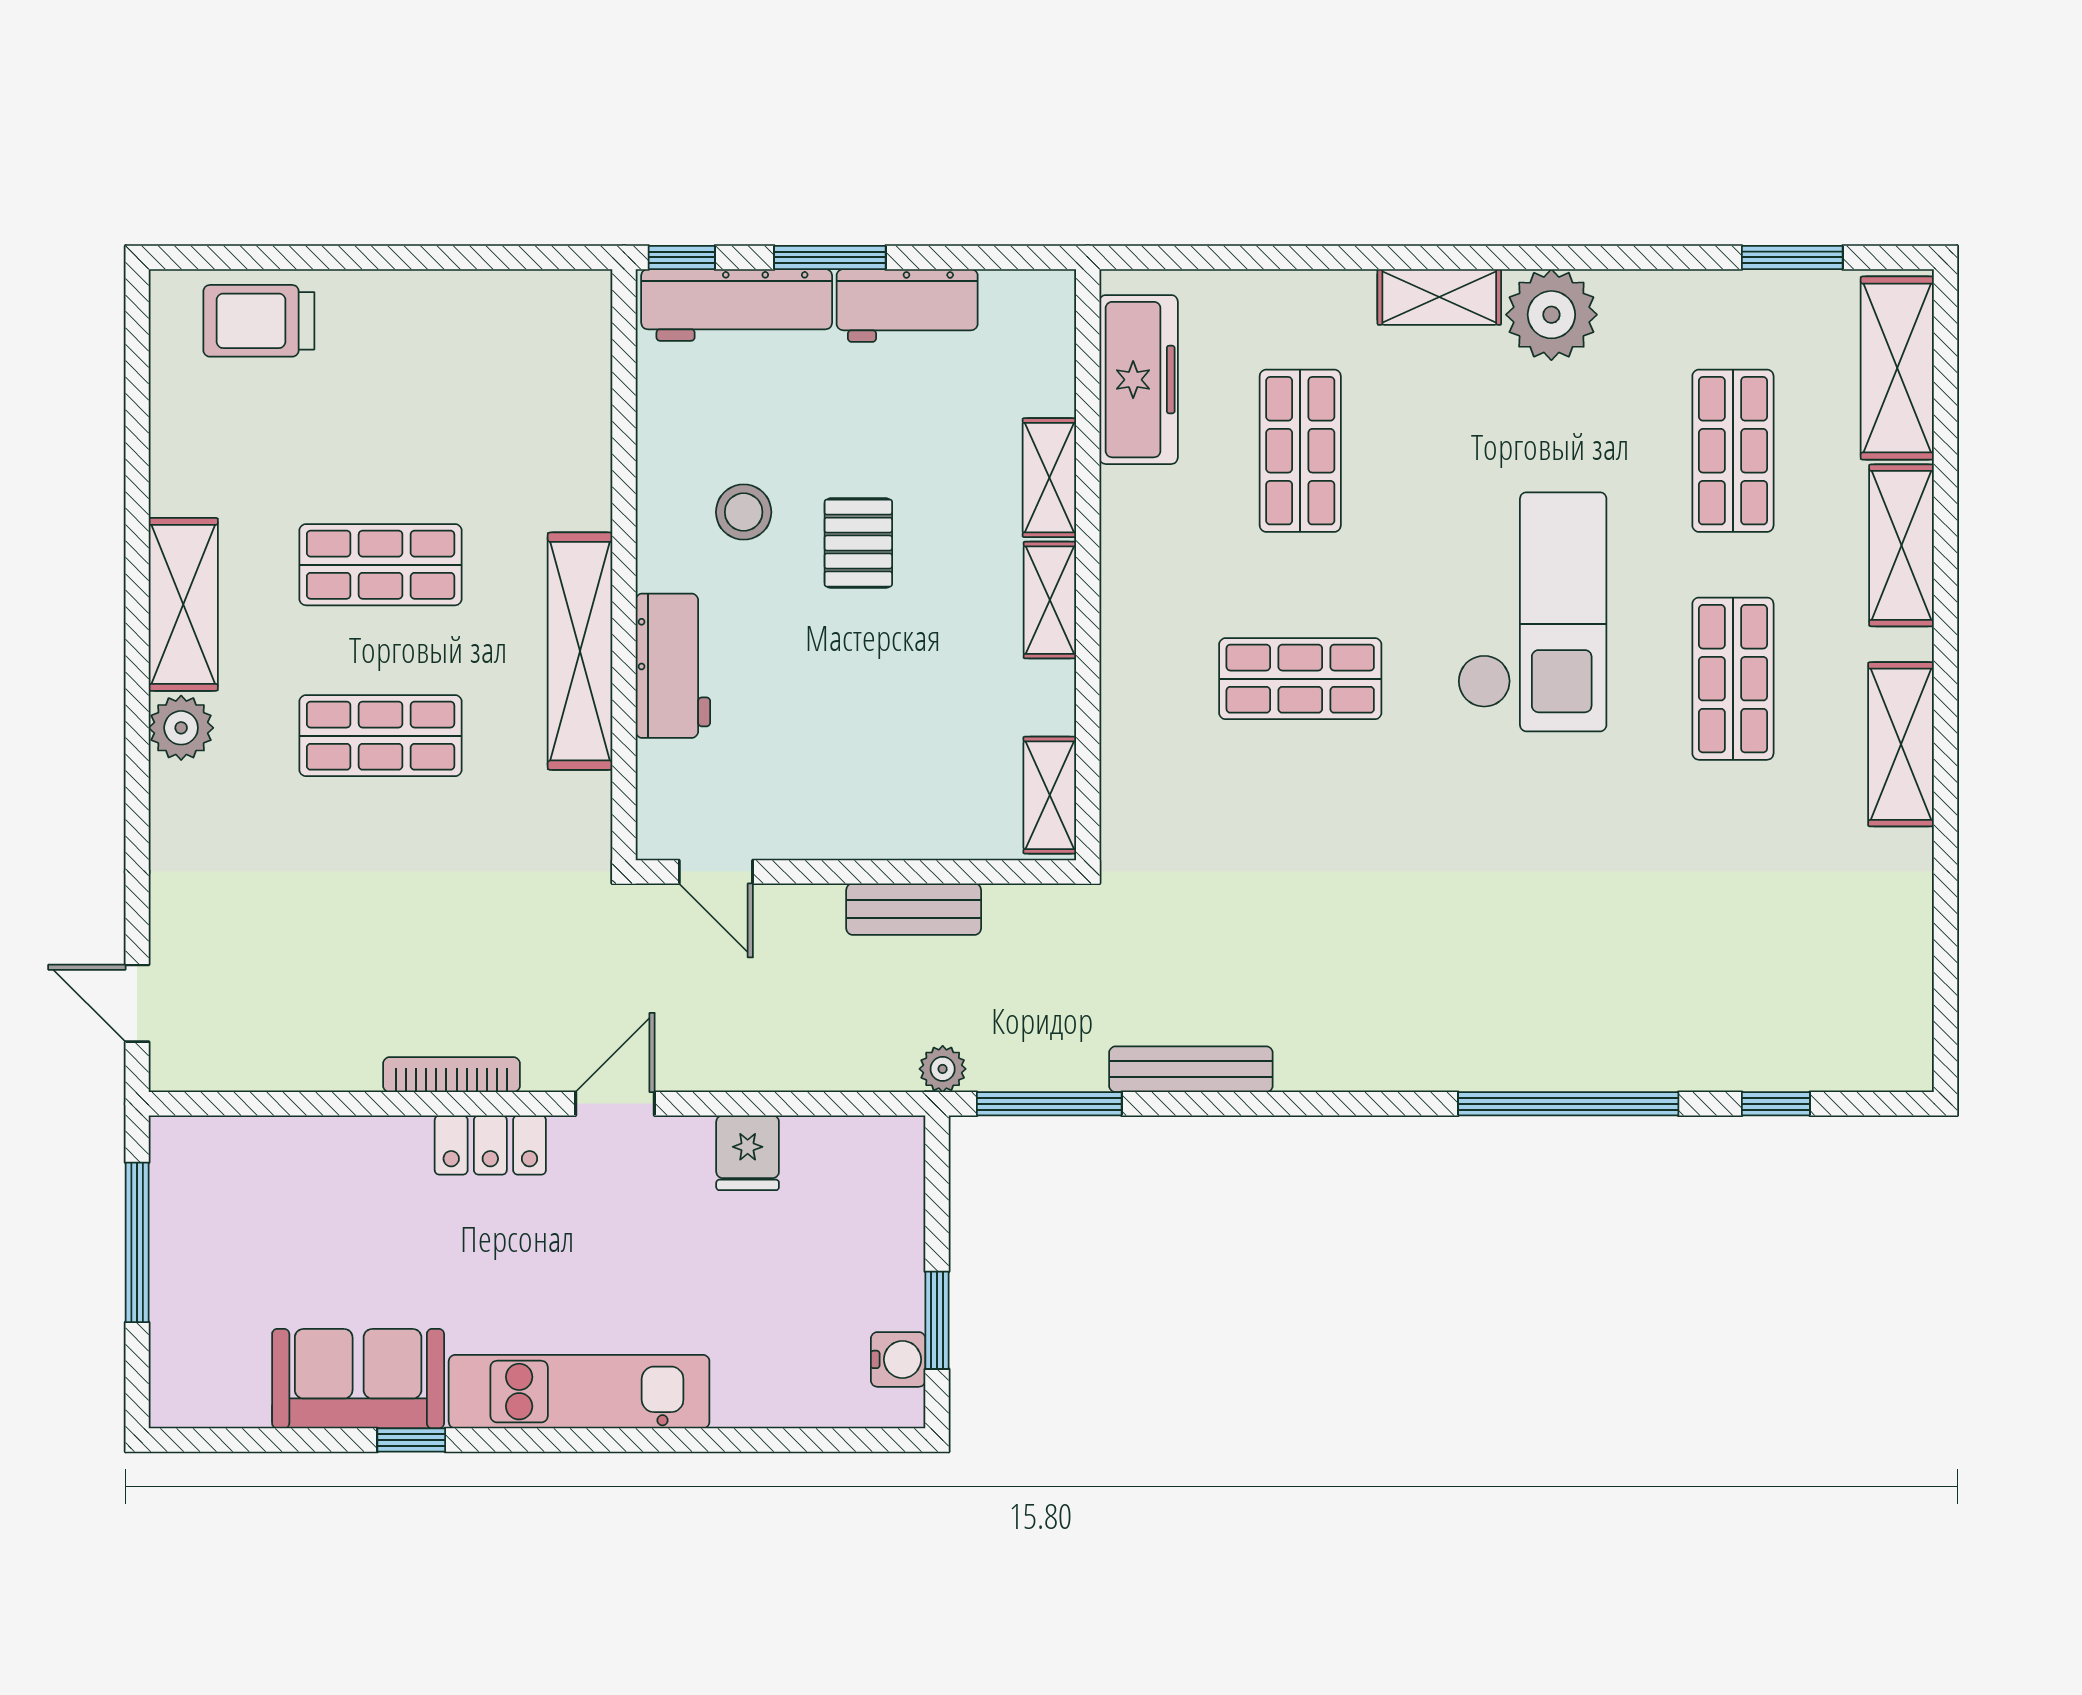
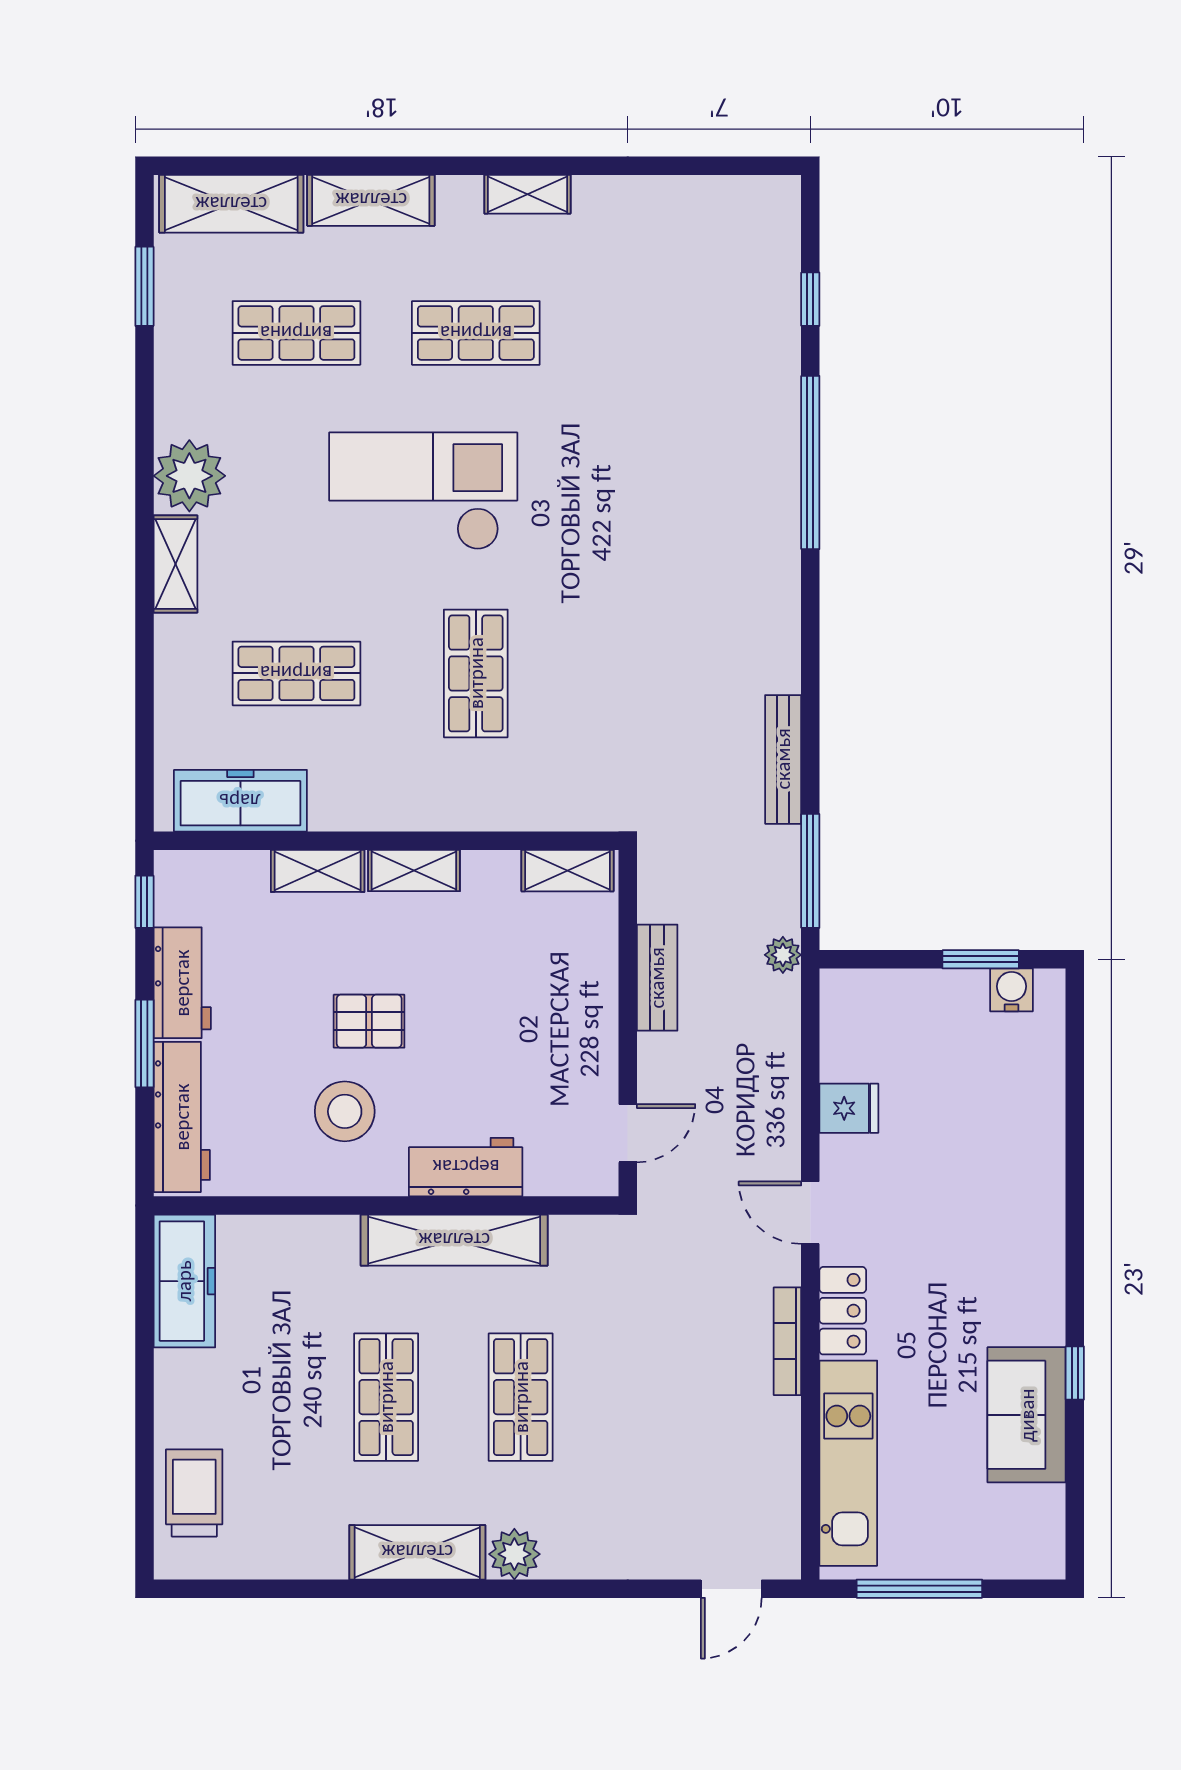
window: (682, 257) -> (144, 902), moved
freezer: (528, 308) -> (184, 1281), added
trolley: (259, 321) -> (194, 1493), turned 180
stool: (744, 512) -> (345, 1111), width x1.38, depth x1.38
shelving: (1901, 744) -> (527, 194), width x0.67, depth x0.75
kitchen unit: (579, 1392) -> (848, 1463), moved, turned 180

